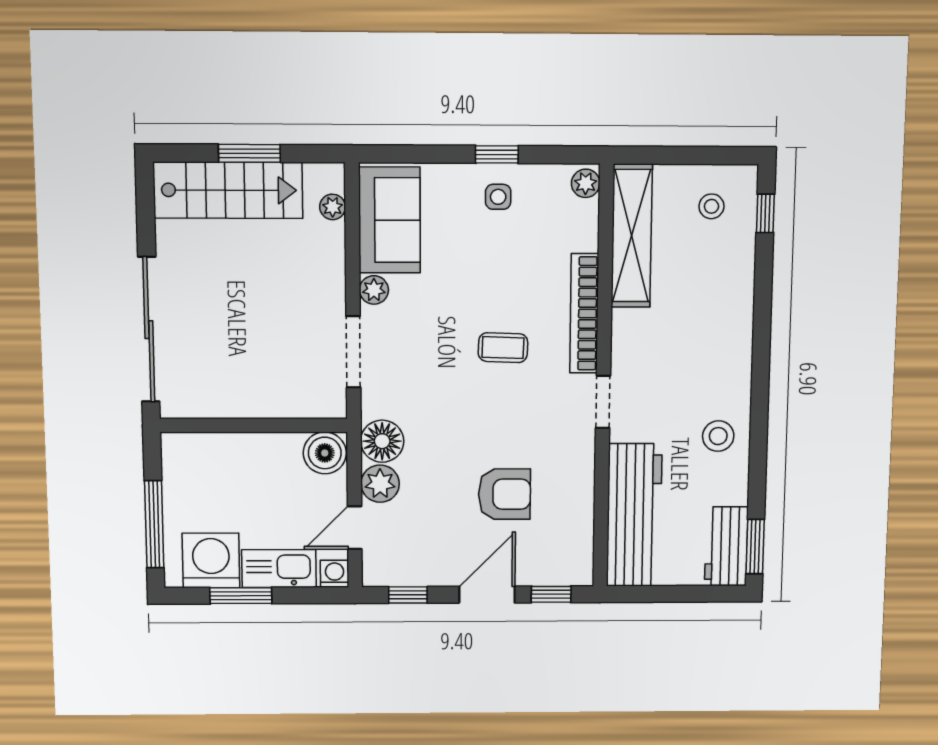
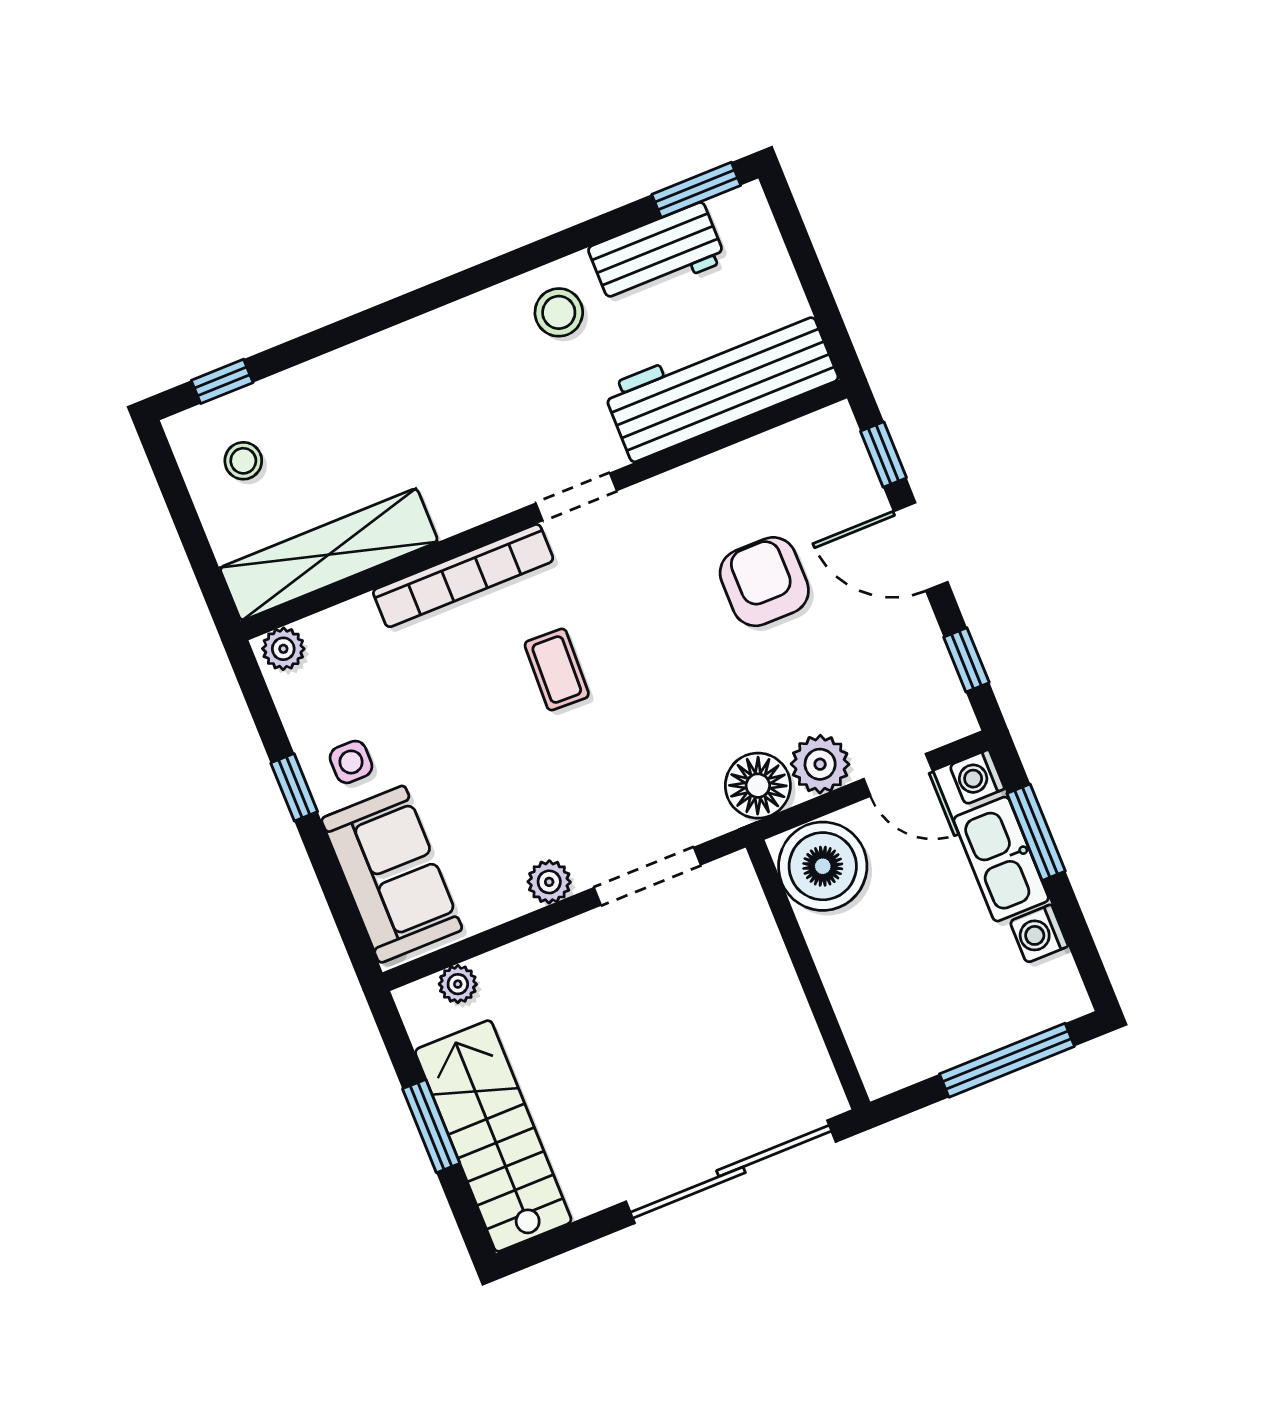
sofa: (390, 220) -> (392, 874), moved, turned 90
boiler: (325, 453) -> (823, 866), width x1.37, depth x1.37
workbench: (726, 546) -> (657, 254), moved
washing machine: (211, 560) -> (1039, 934), width x0.53, depth x0.53
window: (241, 596) -> (1036, 832), moved

